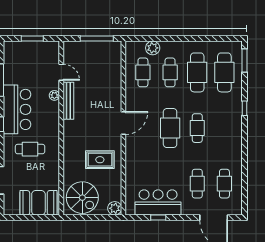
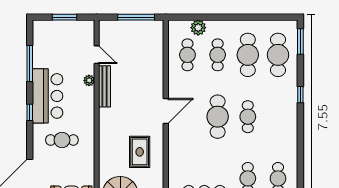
rug: (100, 160) -> (140, 152), turned 90

